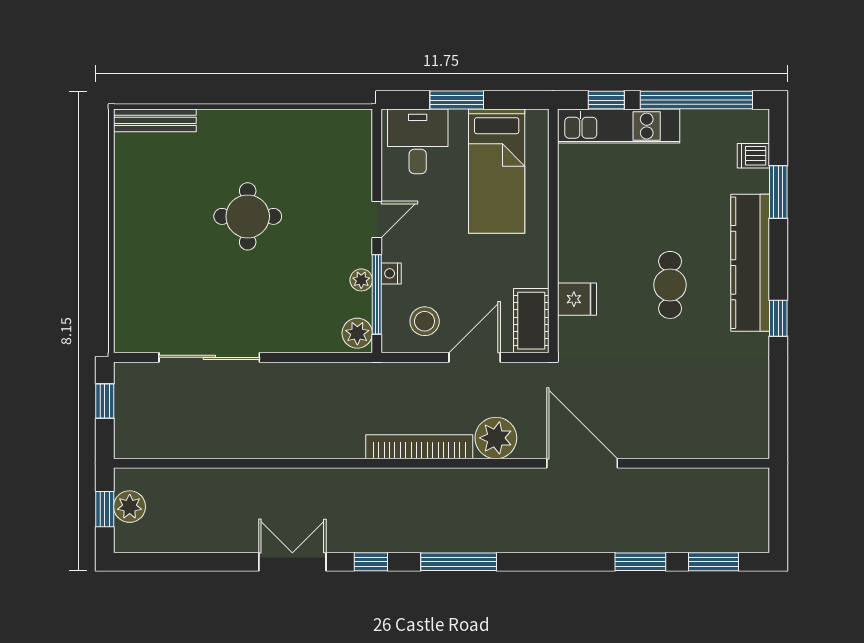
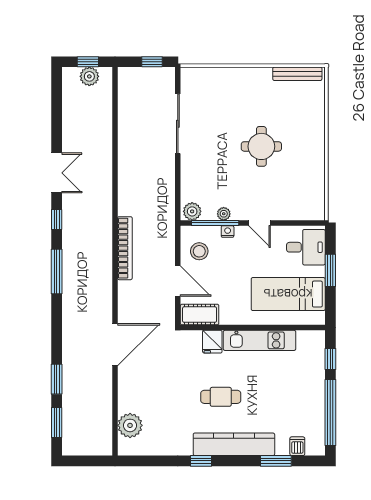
bench: (155, 120) -> (297, 74), moved, turned 90
kitchen unit: (619, 126) -> (259, 340), moved, turned -90
plant: (496, 438) -> (130, 425), moved

